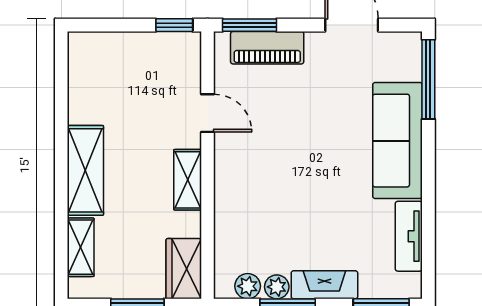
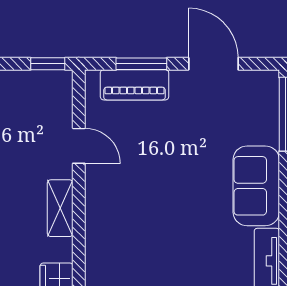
window: (250, 25) -> (141, 64), moved
sofa: (397, 141) -> (256, 186), width x0.73

